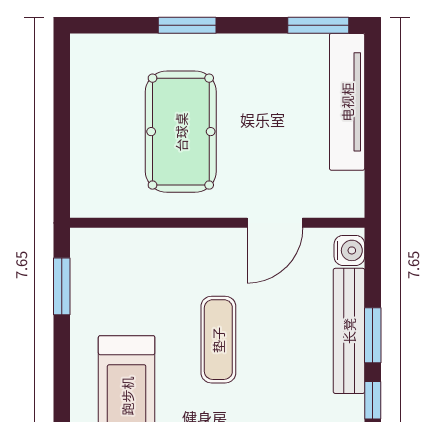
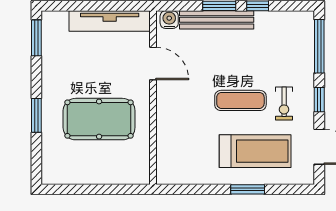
tv unit: (347, 102) -> (110, 21), moved
window: (62, 286) -> (248, 189), moved
exercise mat: (218, 340) -> (240, 100), moved

